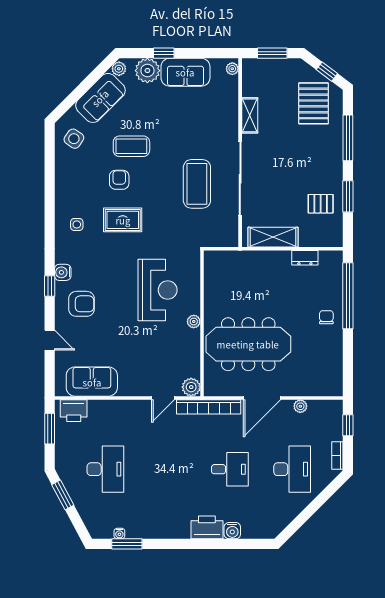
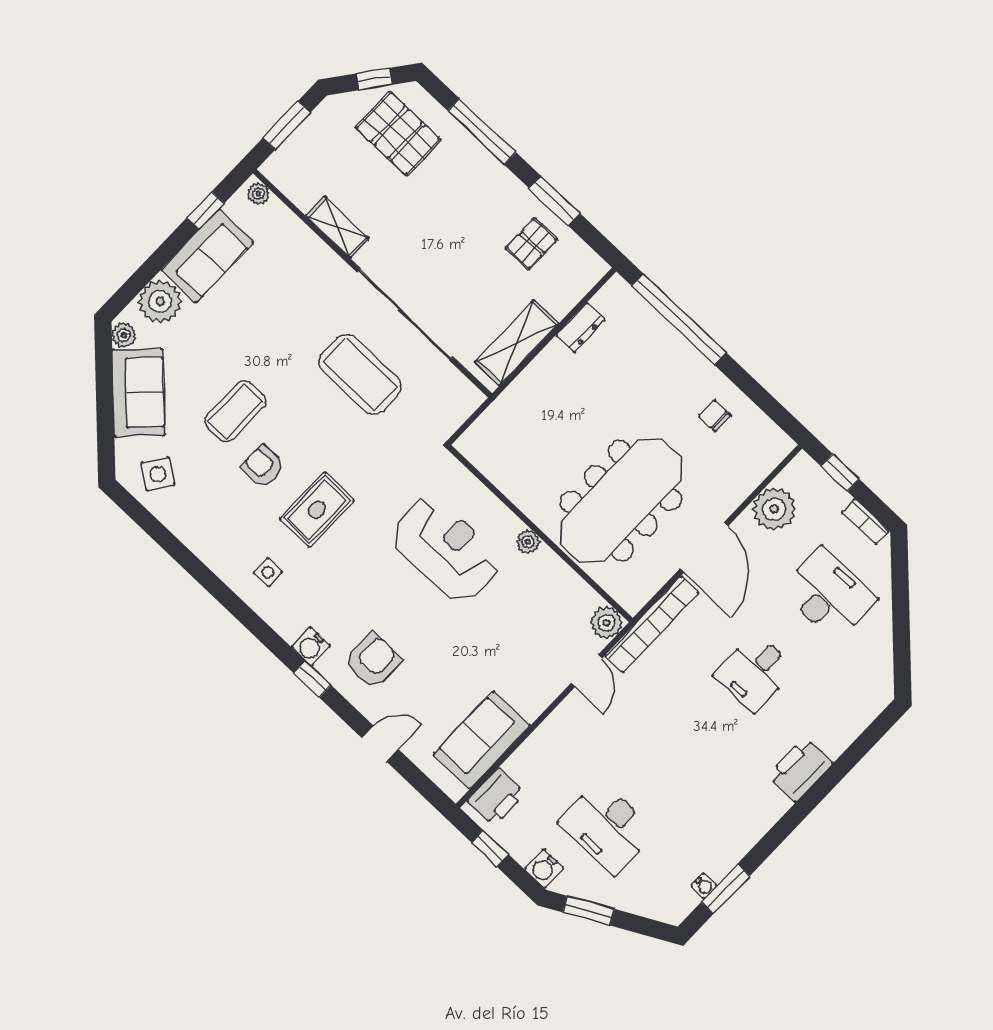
window: (164, 53) -> (206, 211), moved
chair: (326, 317) -> (715, 416), moved
plant: (300, 406) -> (774, 509), width x1.88, depth x1.88
window: (50, 429) -> (490, 848), width x0.67
desk: (105, 469) -> (607, 827), turned 180
desk: (230, 469) -> (755, 672), turned 180
water cooler: (232, 531) -> (544, 869), moved, turned 90

